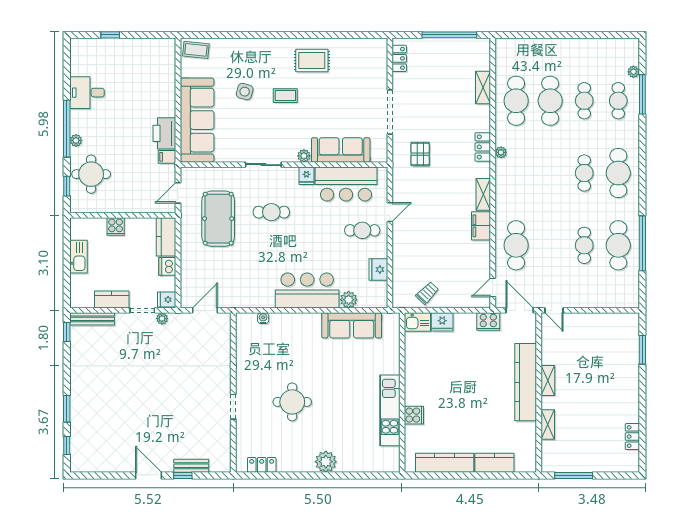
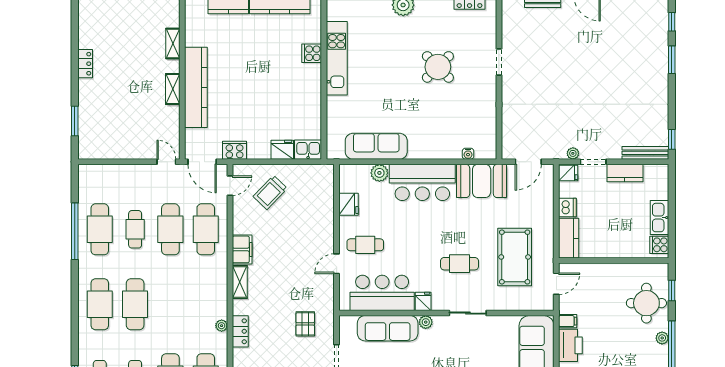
cafe table: (584, 173) -> (135, 304), width x1.37, depth x1.35
cooker: (116, 226) -> (659, 245), moved, turned -90
cafe table: (550, 245) -> (170, 229), added
booth: (250, 292) -> (482, 181), added
trolley: (427, 293) -> (270, 192), moved, width x1.36, depth x1.39
round table: (292, 402) -> (438, 67), turned 45
locker: (632, 437) -> (85, 64), moved

